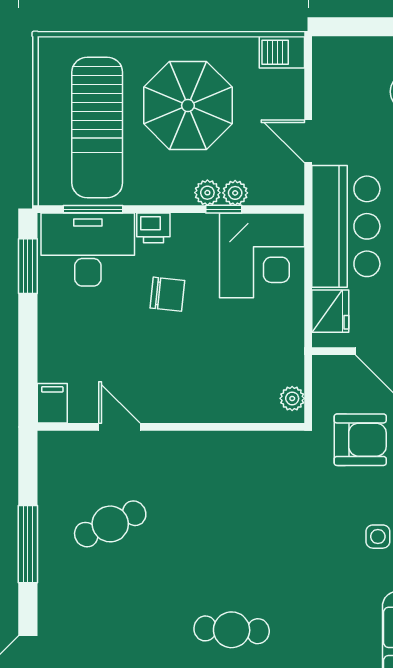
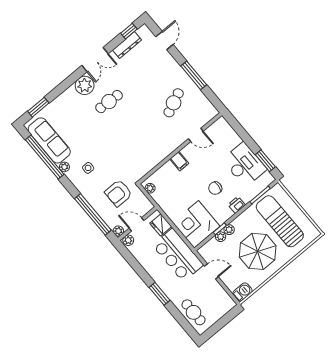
desk: (88, 250) -> (244, 165), moved, turned -90
filing cabinet: (52, 403) -> (179, 161), moved

